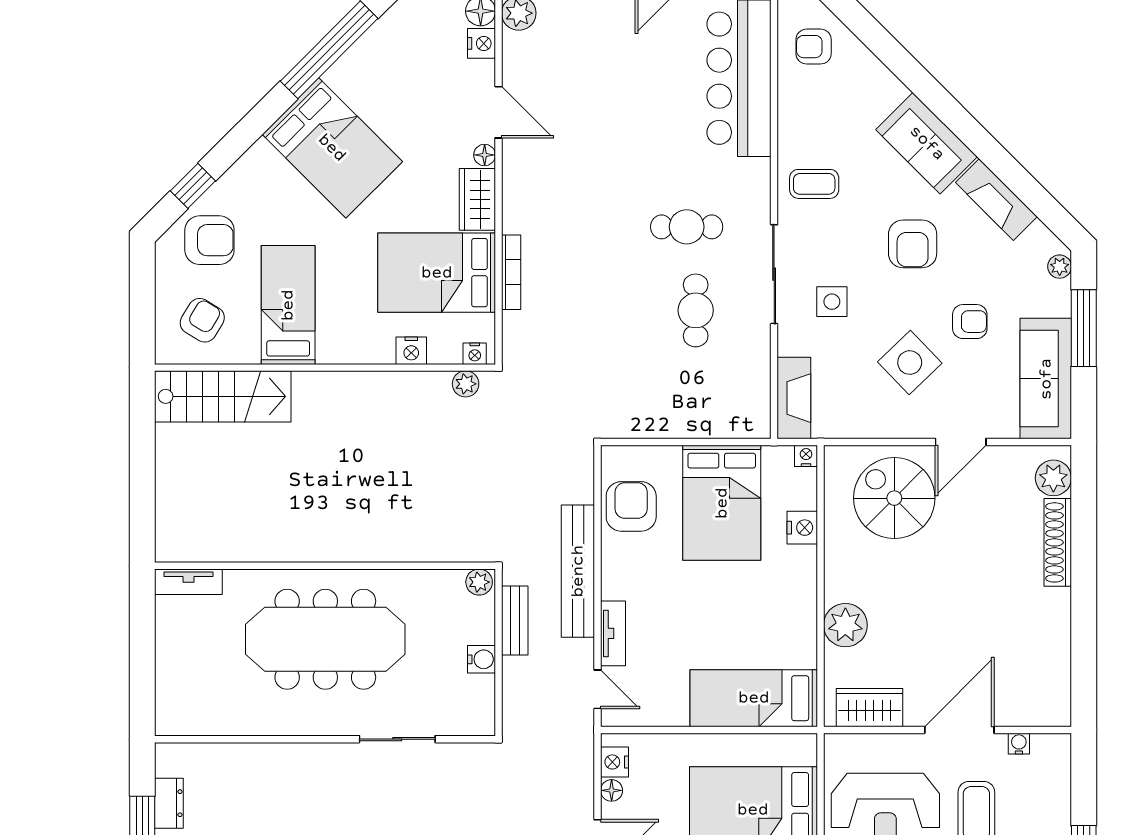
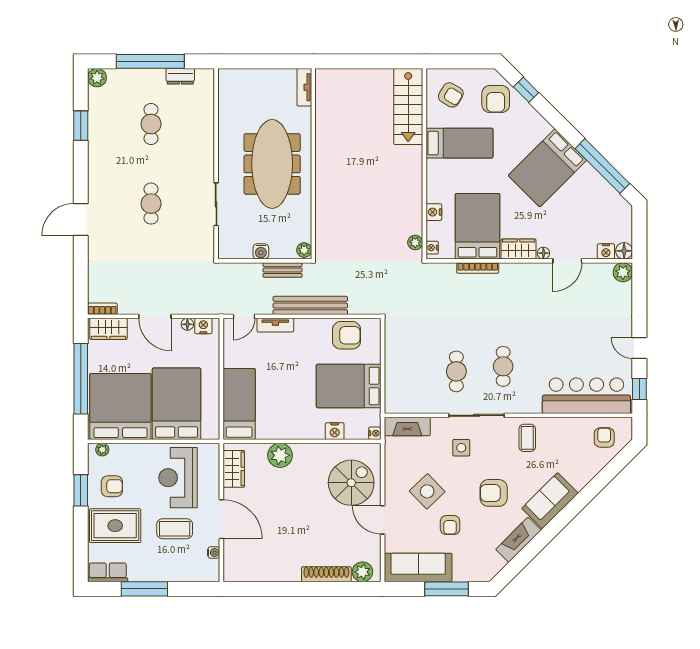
plant: (1060, 267) -> (481, 575), removed
cafe table: (696, 310) -> (456, 371), turned 90

